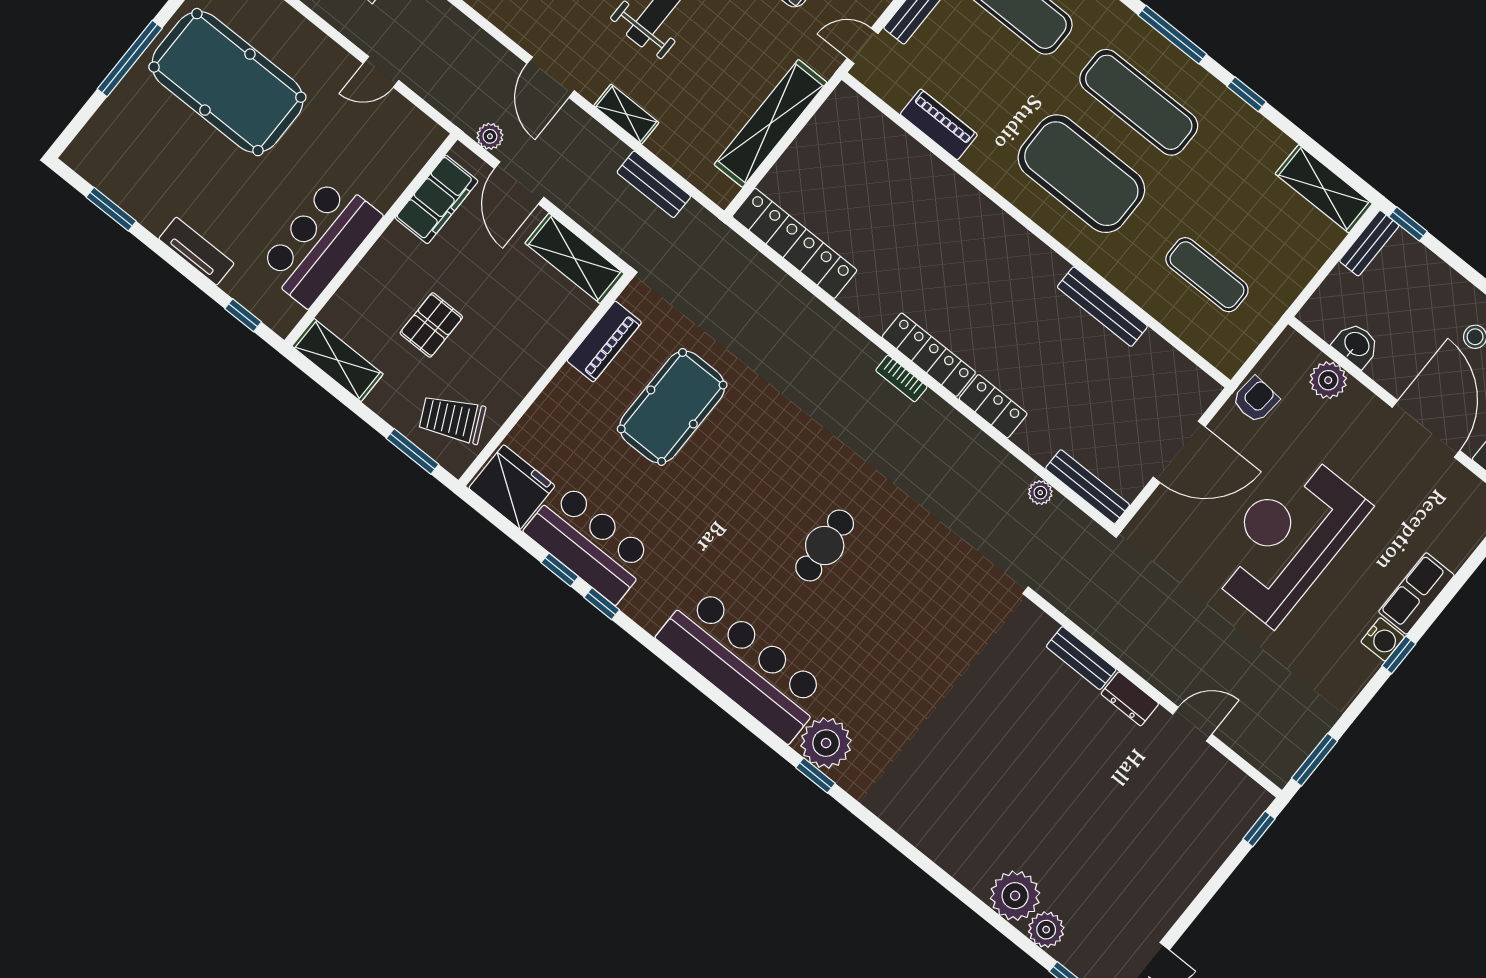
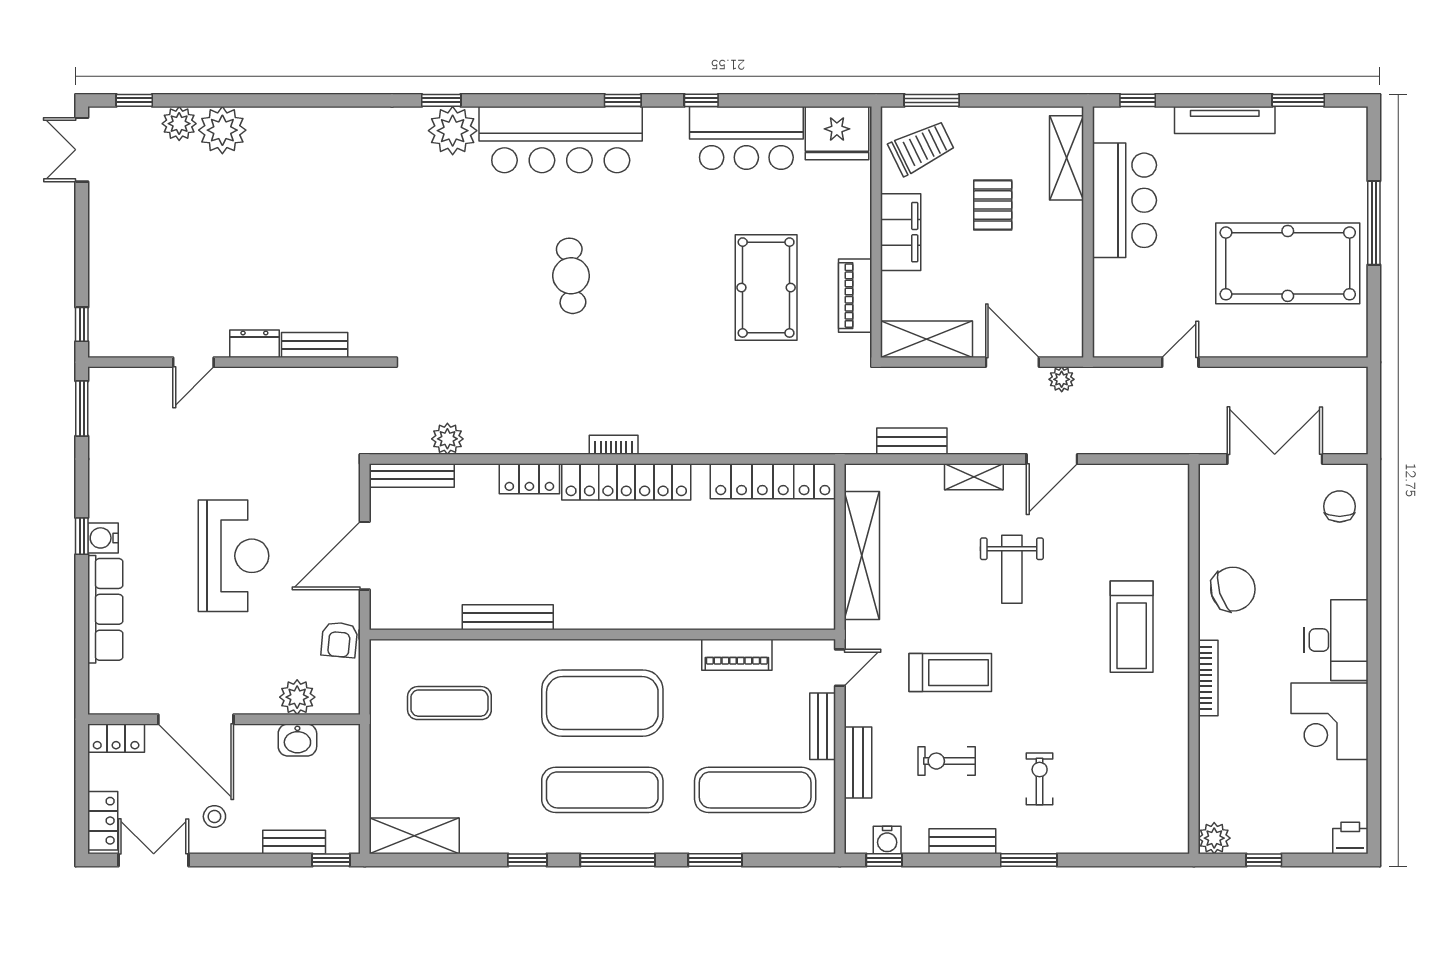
door: (551, 77) -> (1052, 459), swing flipped
filing cabinet: (437, 199) -> (901, 232), moved, turned 180
bench: (1369, 243) -> (294, 842), moved, turned 90
tv unit: (196, 251) -> (1225, 120), width x1.41
locker: (929, 355) -> (626, 482), width x1.41, depth x1.21
shelving: (338, 360) -> (1067, 158), moved, turned 90
plant: (1040, 493) -> (447, 439), width x1.38, depth x1.38
reception desk: (1287, 538) -> (234, 556), width x0.74, depth x0.77
window: (560, 570) -> (623, 100), moved
row of seats: (1416, 593) -> (105, 609), width x1.48

